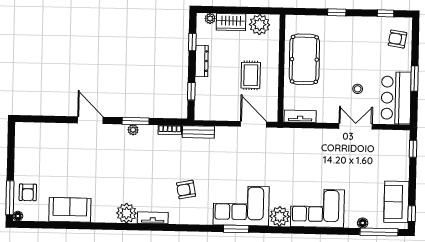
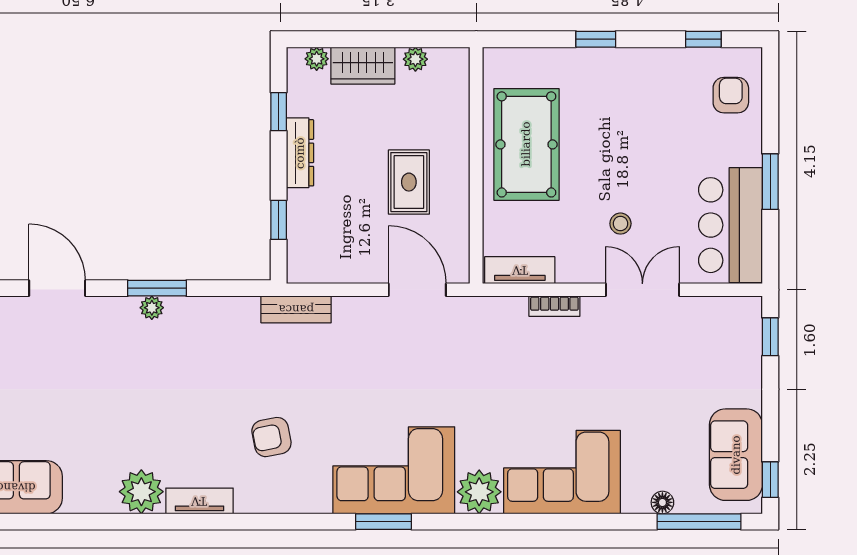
plant: (260, 25) -> (415, 59), width x0.53, depth x0.53
armchair: (397, 39) -> (731, 95), turned 81
stool: (358, 89) -> (620, 224), moved
bookcase: (170, 130) -> (554, 306), moved

